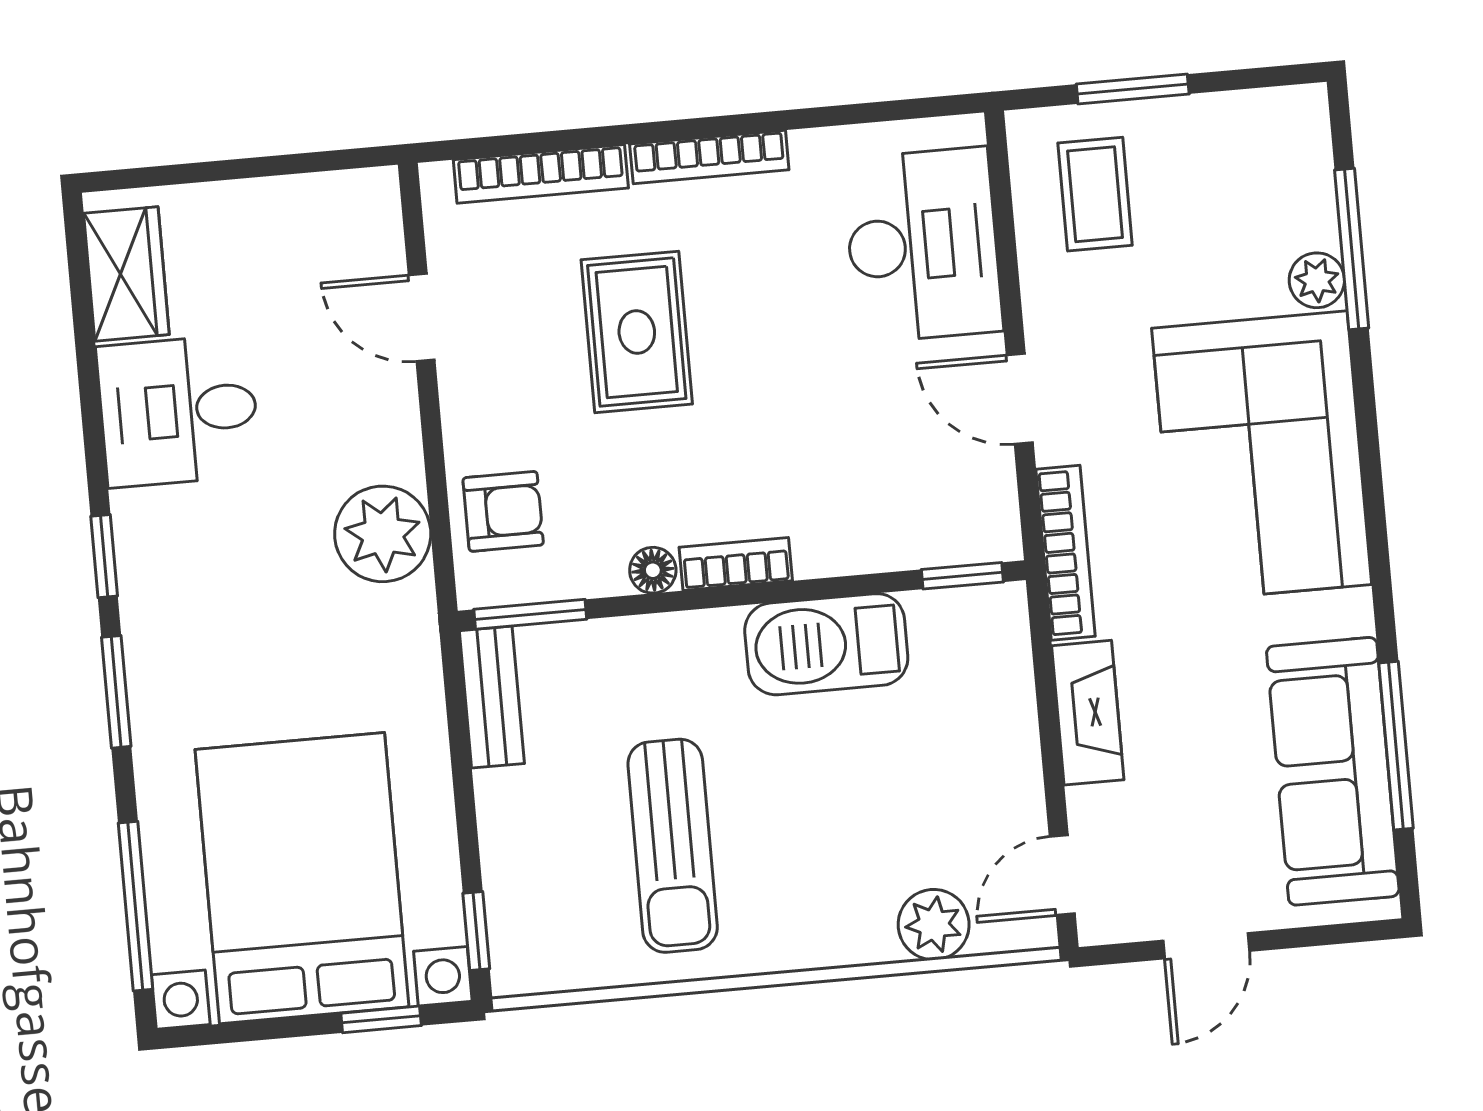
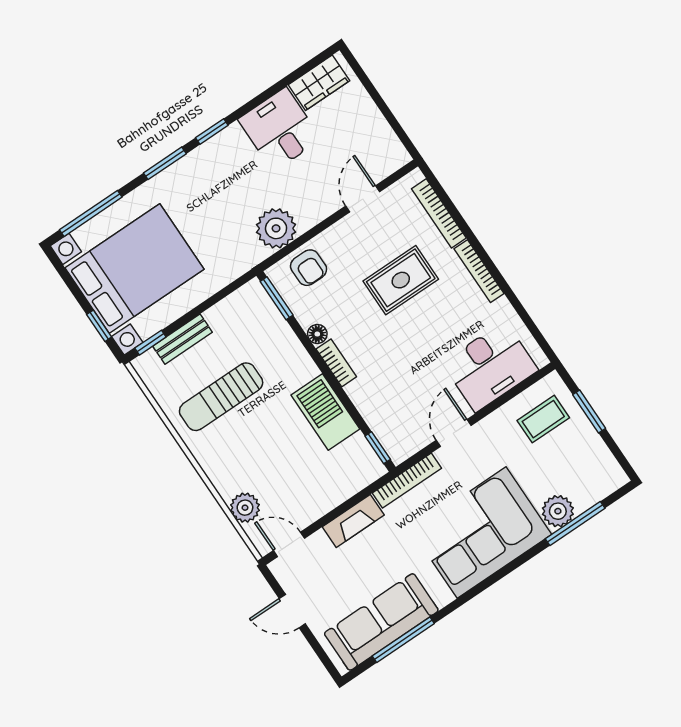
plant: (1317, 280) -> (558, 511), width x1.38, depth x1.38
bench: (492, 697) -> (182, 339), moved

